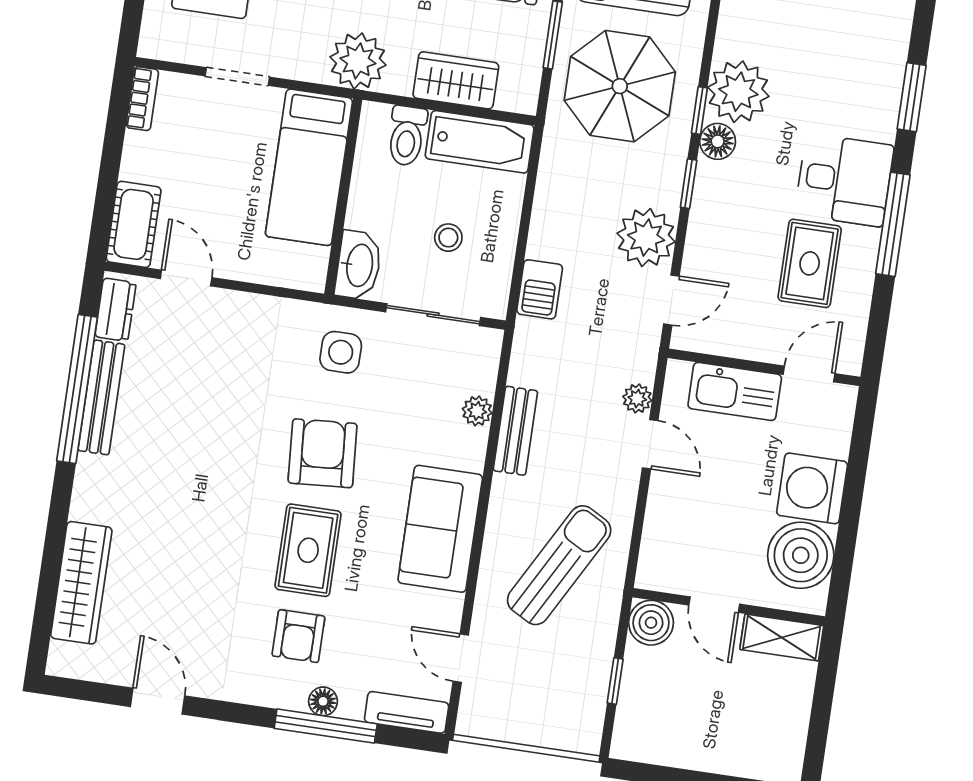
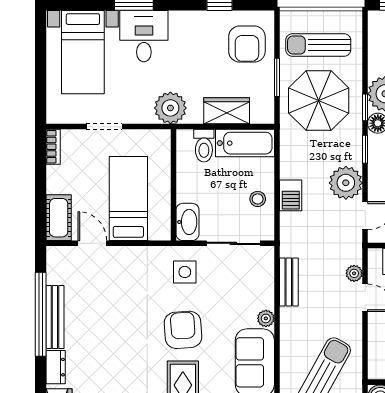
bed: (309, 167) -> (128, 199), moved, turned 180
stool: (448, 238) -> (258, 199), moved
barbecue: (540, 289) -> (291, 195), moved
dresser: (115, 310) -> (56, 367), moved
plant: (477, 411) -> (266, 318), moved
bench: (515, 431) -> (289, 282), moved

